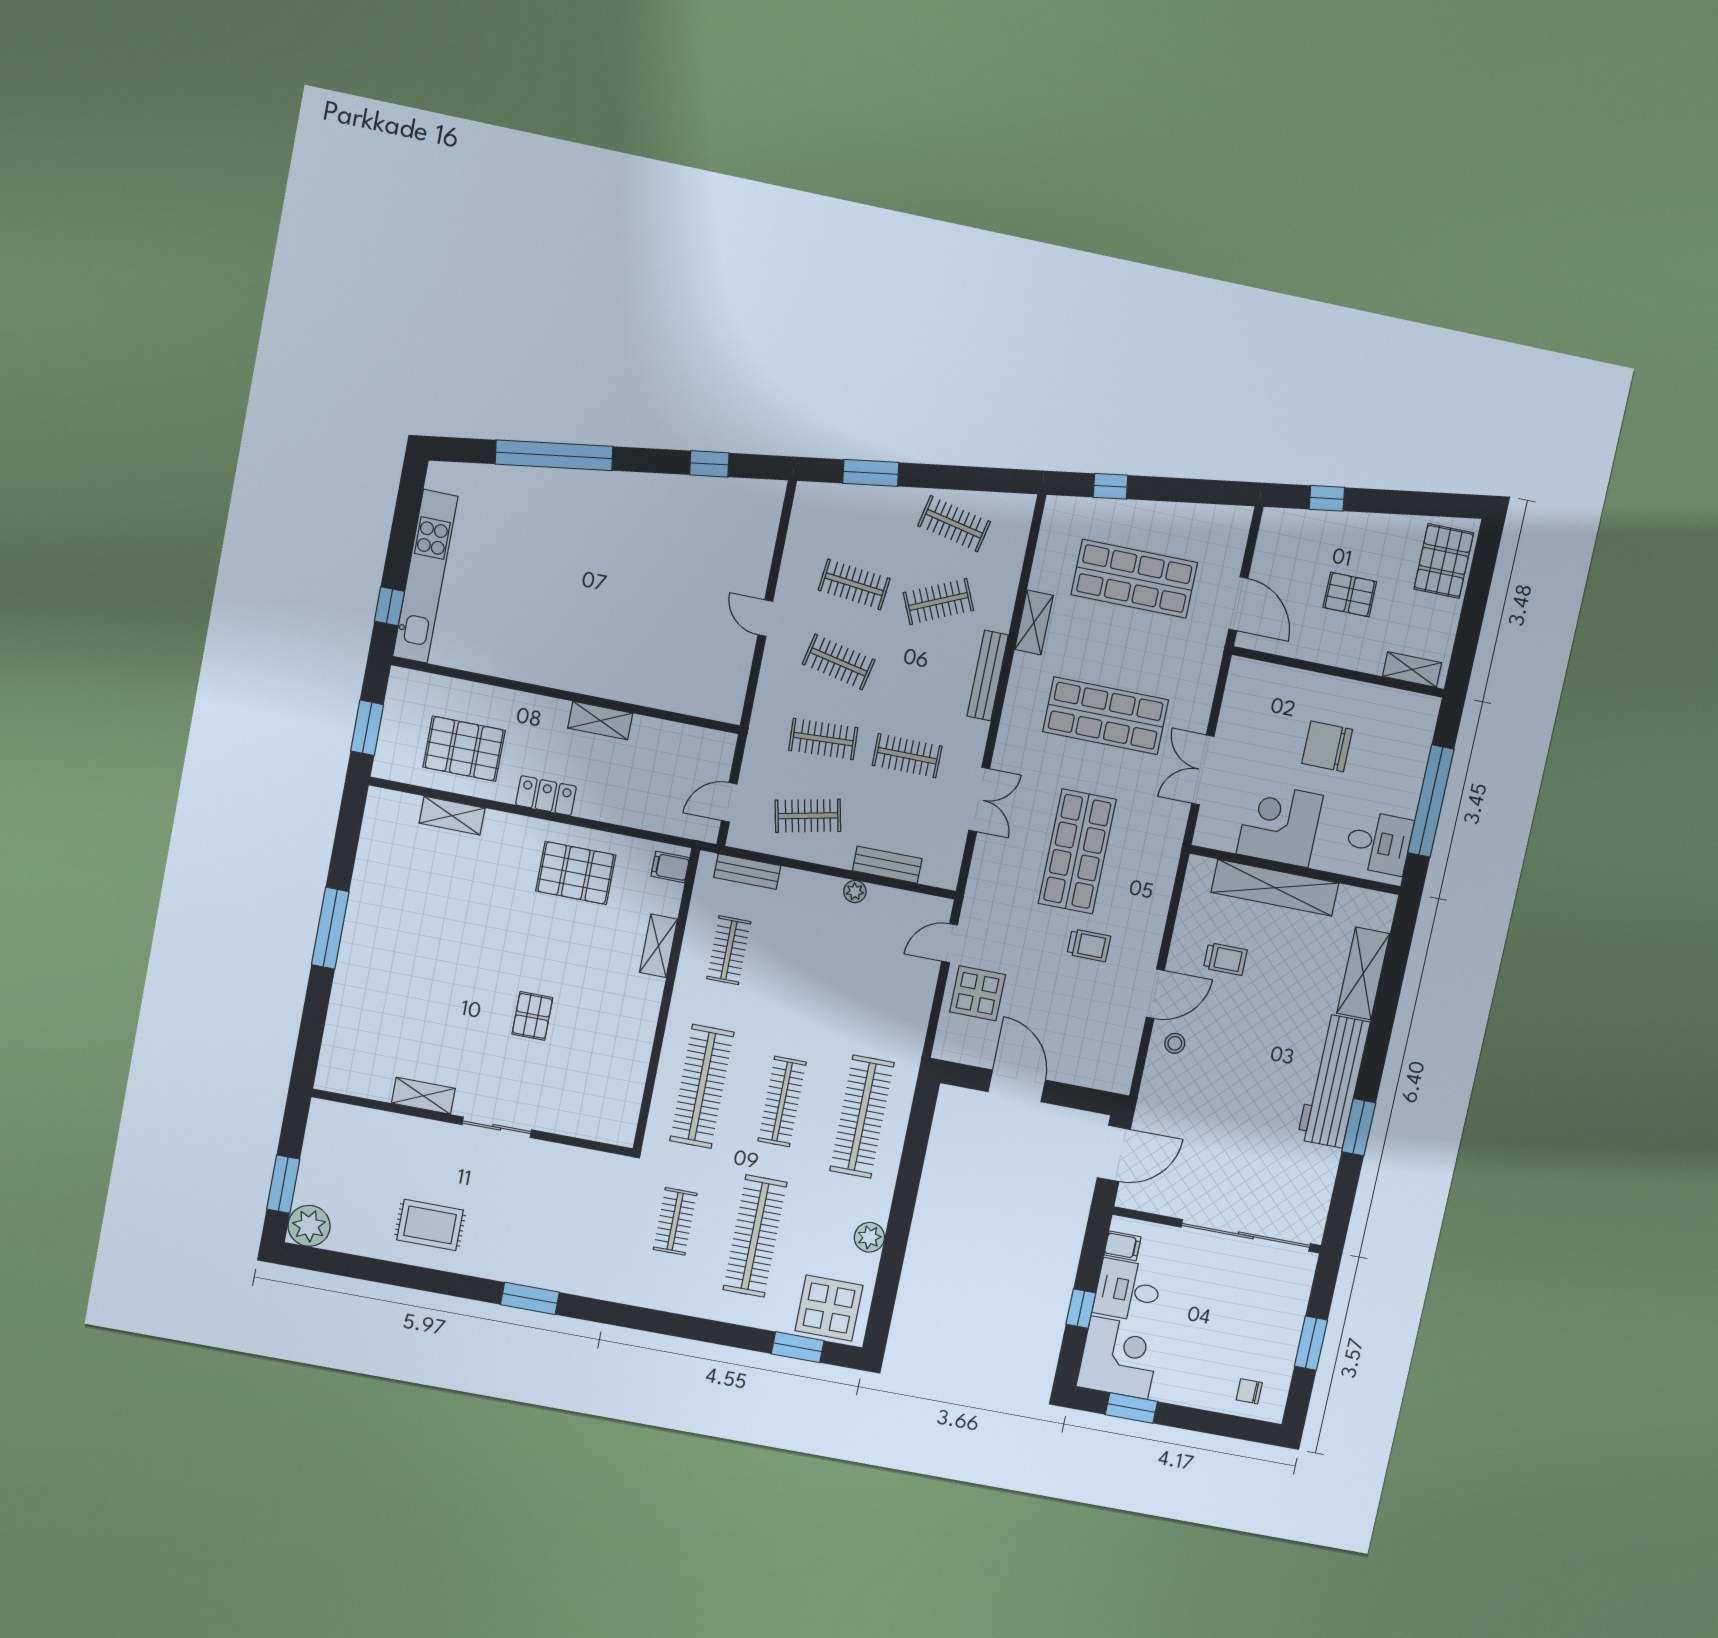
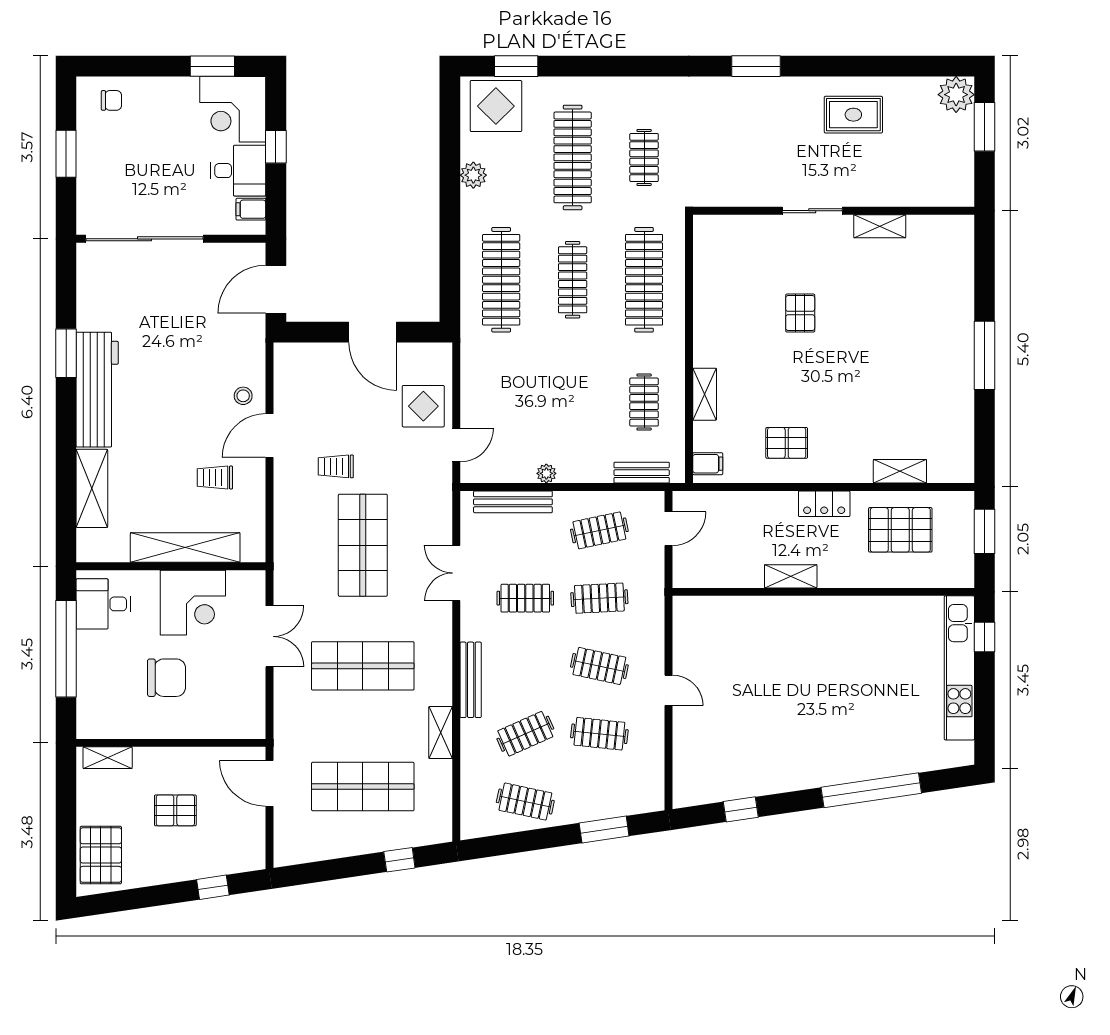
bench: (887, 865) -> (513, 502), width x1.36
pallet: (576, 873) -> (787, 443), width x0.67, depth x0.71

